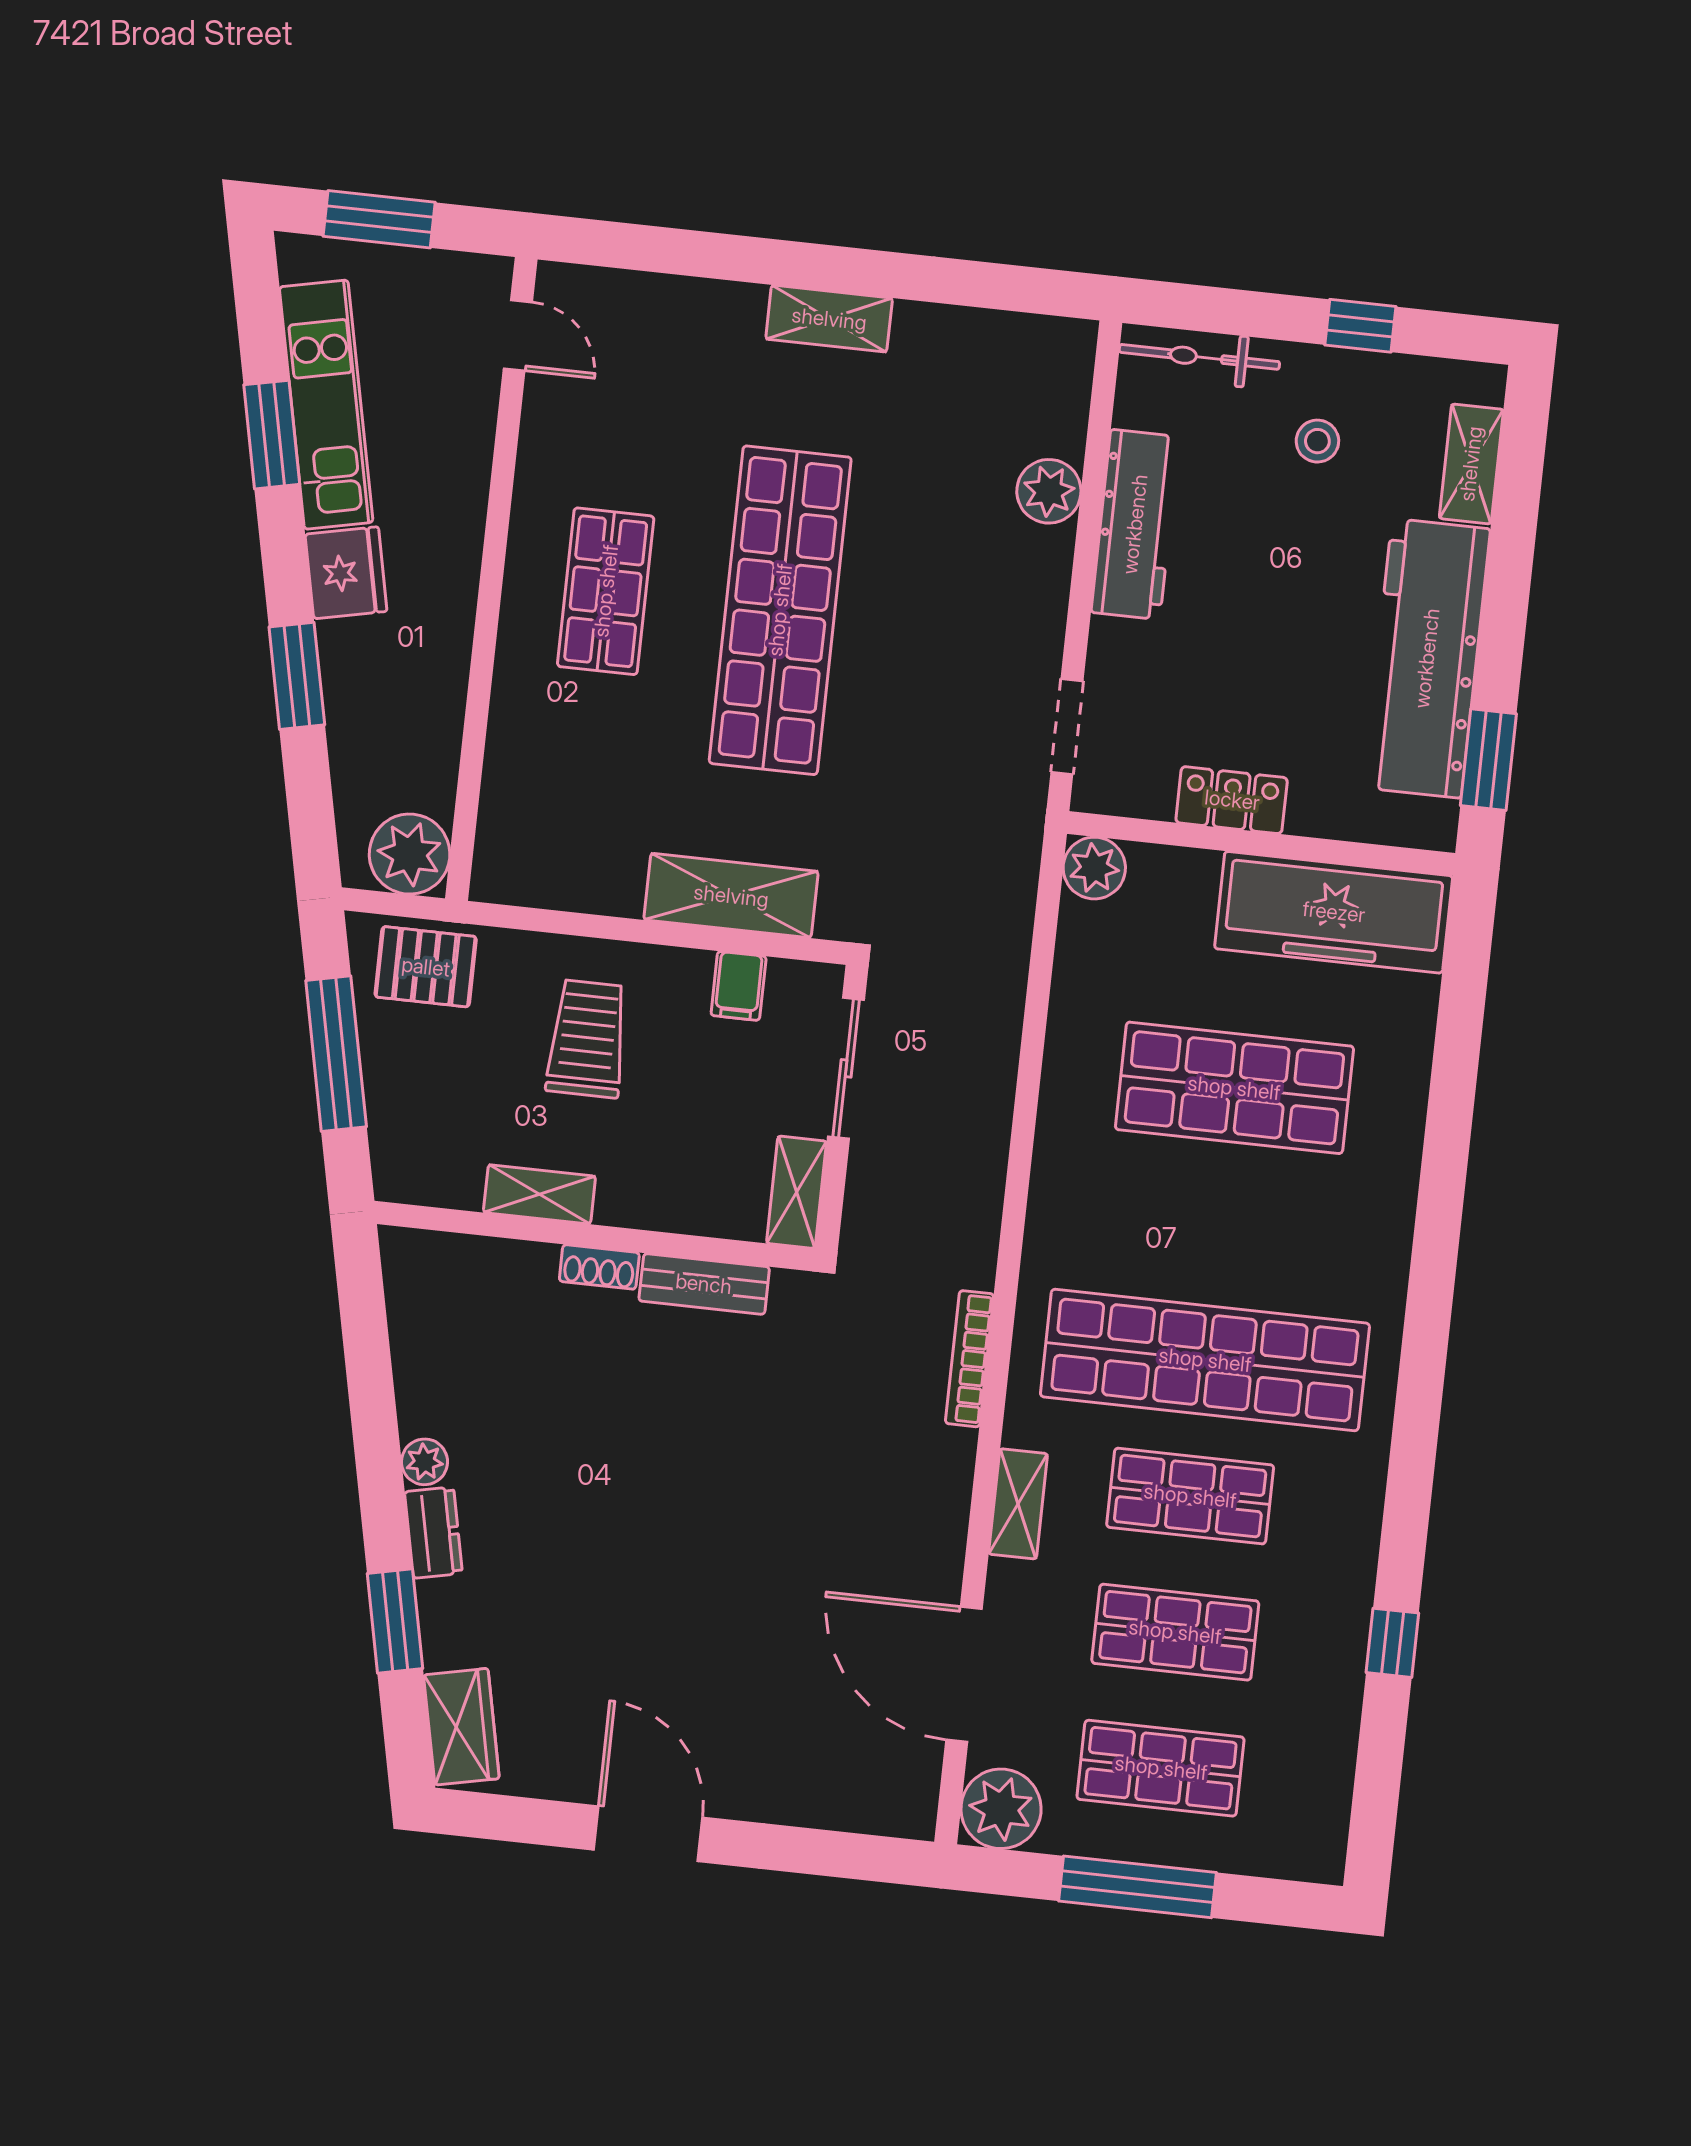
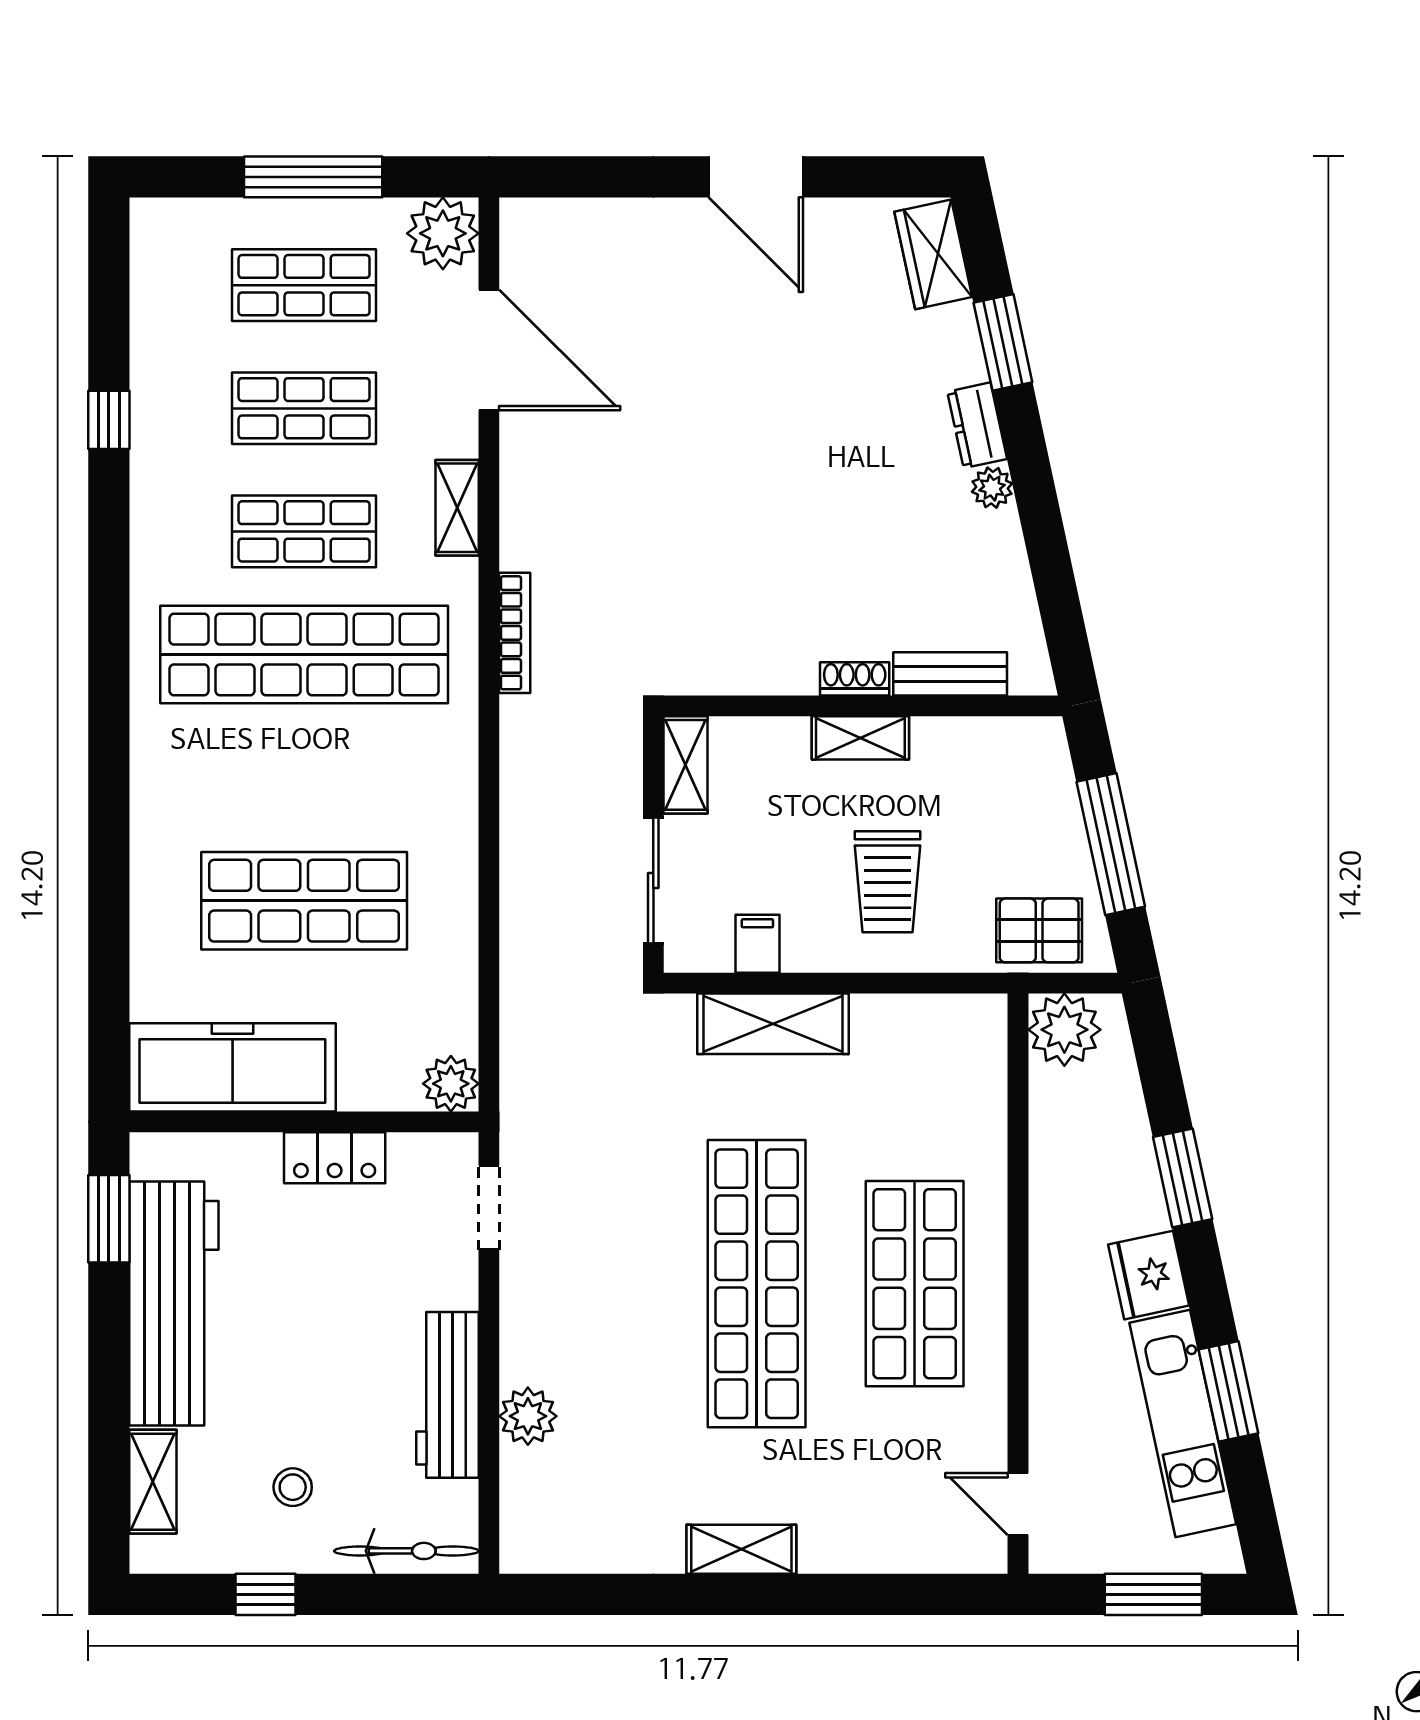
shop shelf: (606, 591) -> (915, 1284), width x1.43, depth x1.36
shelving: (539, 1194) -> (860, 738), moved
bench: (704, 1284) -> (950, 674), moved

